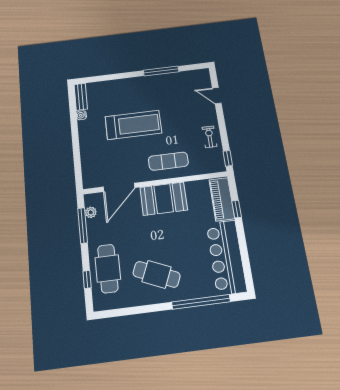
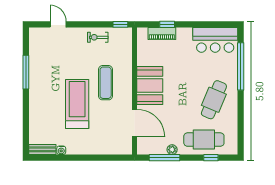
door: (217, 96) -> (58, 24), swing flipped
exercise mat: (168, 161) -> (106, 83), moved
piano: (222, 199) -> (162, 34), width x0.73, depth x0.75
plant: (91, 212) -> (172, 150), moved
bar counter: (226, 257) -> (215, 40), width x0.73

